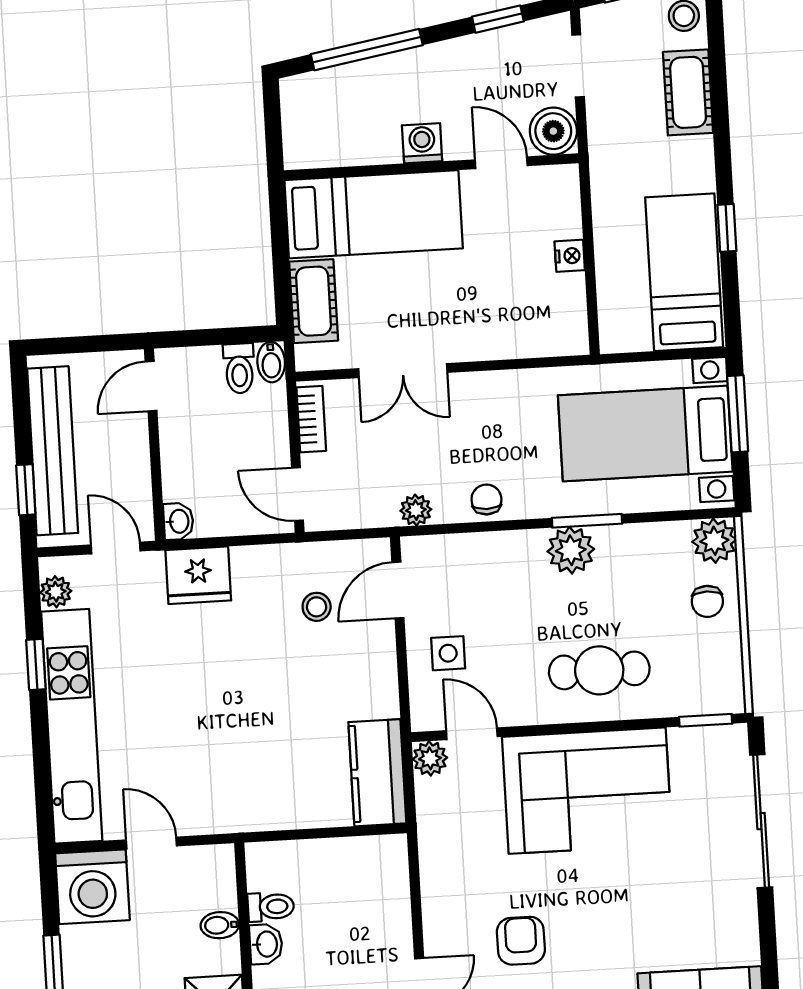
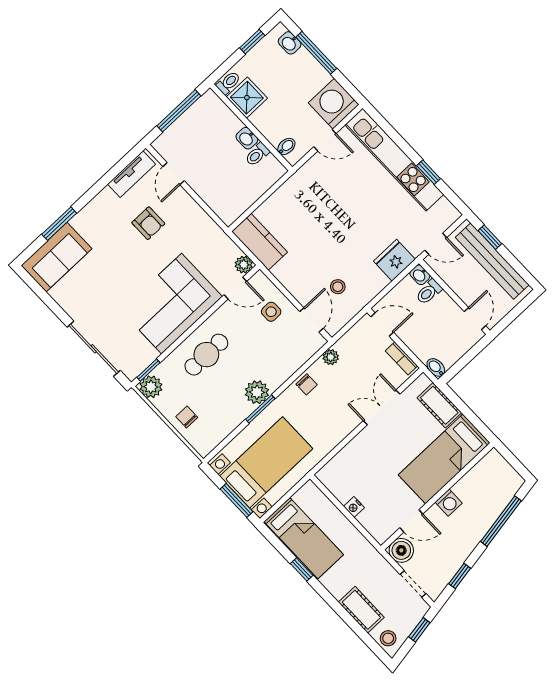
toilet: (239, 368) -> (429, 292), moved, turned -90
plant: (714, 541) -> (151, 387), moved
plant: (56, 592) -> (445, 207), removed
bidet: (220, 925) -> (286, 147), moved

